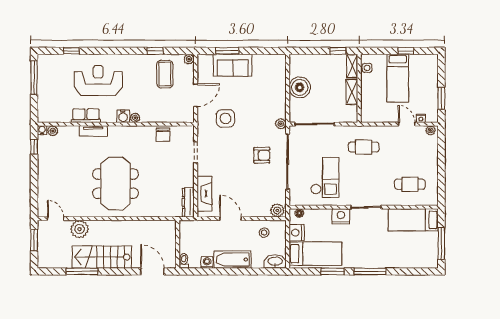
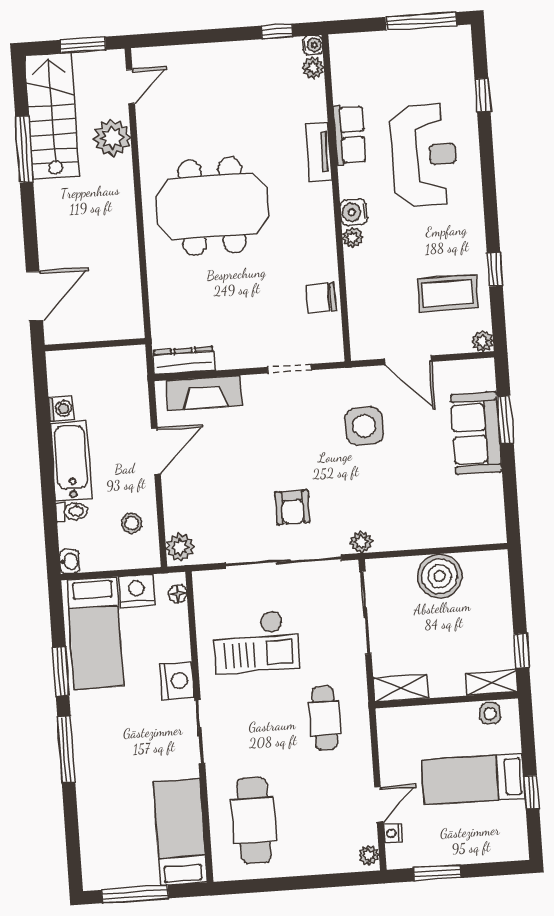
shelving: (352, 92) -> (401, 688), moved
cafe table: (410, 184) -> (254, 820), width x1.37, depth x1.35
stairs: (102, 257) -> (52, 116), moved
toilet: (184, 261) -> (72, 511), moved
washbasin: (275, 262) -> (69, 561), width x0.52, depth x0.69

